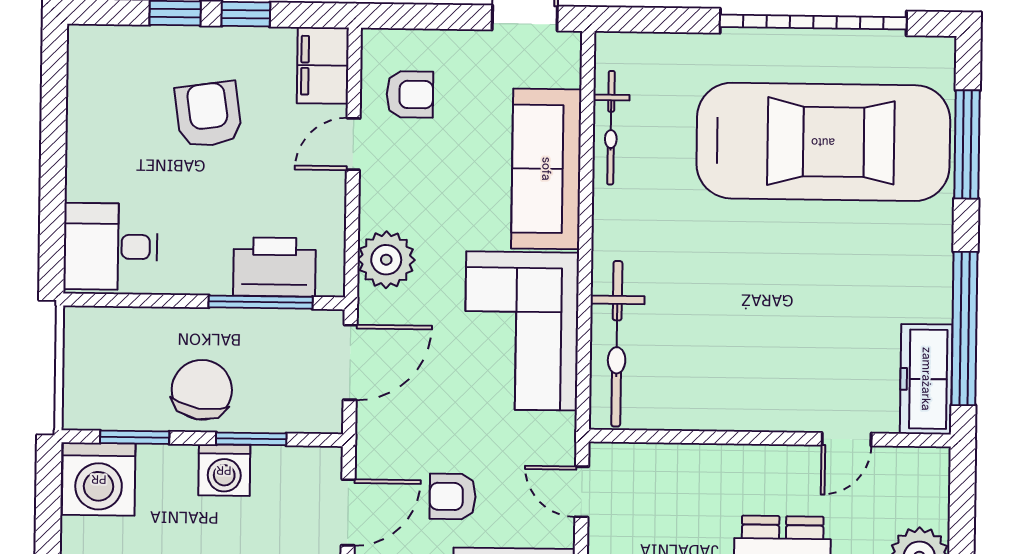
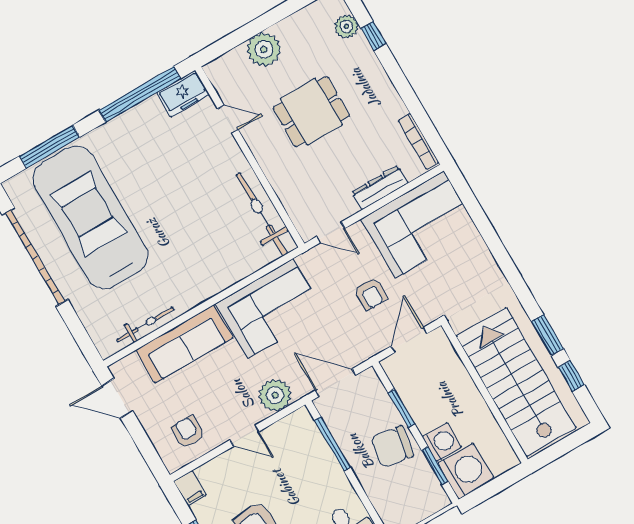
filing cabinet: (323, 65) -> (190, 488), width x0.50
door: (353, 144) -> (244, 436), moved
printer: (274, 267) -> (311, 447), removed
bicycle: (617, 344) -> (262, 214), moved, turned -90
freezer: (926, 379) -> (183, 94), width x0.71
washing machine: (224, 470) -> (442, 442), moved
door: (582, 492) -> (331, 232), hinge flipped
door: (348, 512) -> (409, 340), hinge flipped

